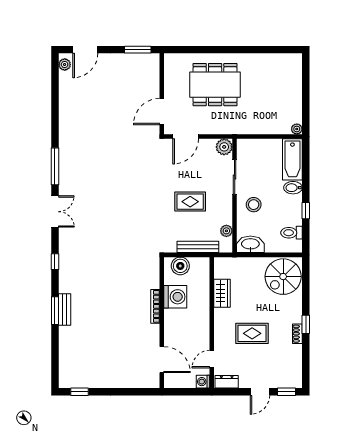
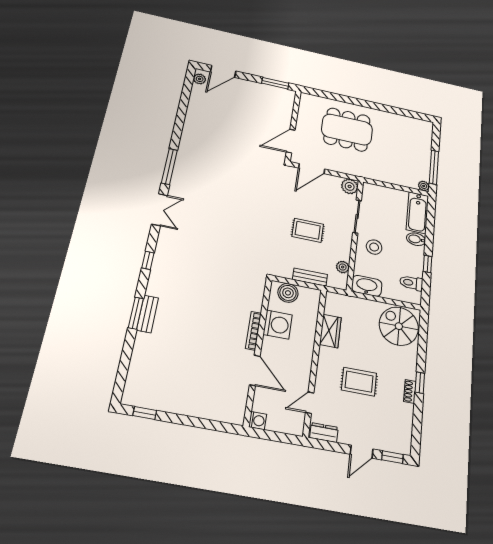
window: (306, 105) -> (434, 167), added
bench: (198, 247) -> (310, 277), width x0.73
spiral stairs: (283, 277) -> (399, 326), turned 90
door: (162, 360) -> (255, 370), moved
washing machine: (203, 382) -> (258, 421), moved, turned 180

